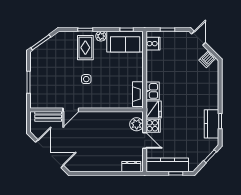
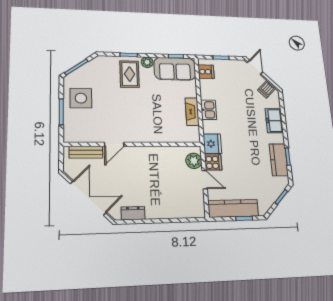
side table: (86, 79) -> (81, 98), moved, width x1.87, depth x1.87
freezer: (211, 88) -> (274, 121), added
kitchen sink: (153, 91) -> (209, 110), moved
fireplace: (138, 94) -> (192, 112), moved
dresser: (131, 167) -> (133, 213), moved

